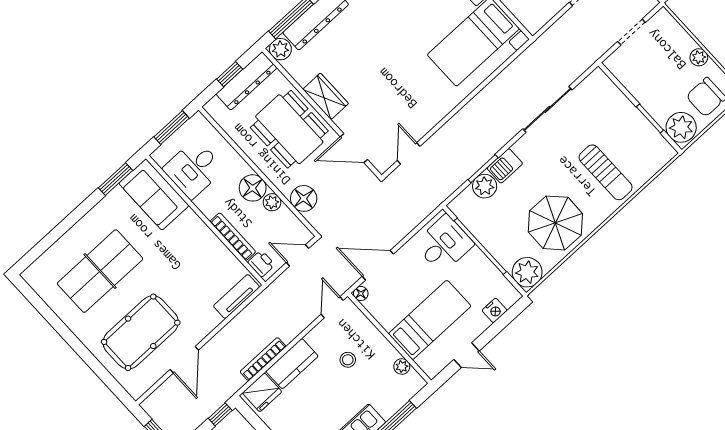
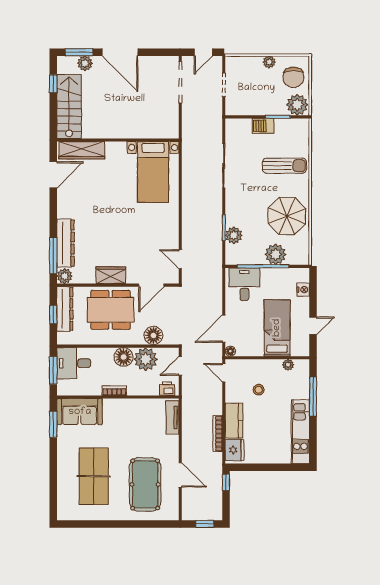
barbecue: (505, 166) -> (263, 126), moved, turned 90
desk: (194, 169) -> (74, 363), moved, turned 90
plant: (272, 202) -> (146, 359), width x1.88, depth x1.88
bookcase: (233, 237) -> (114, 391), moved, width x0.64
plant: (527, 272) -> (275, 254), moved

